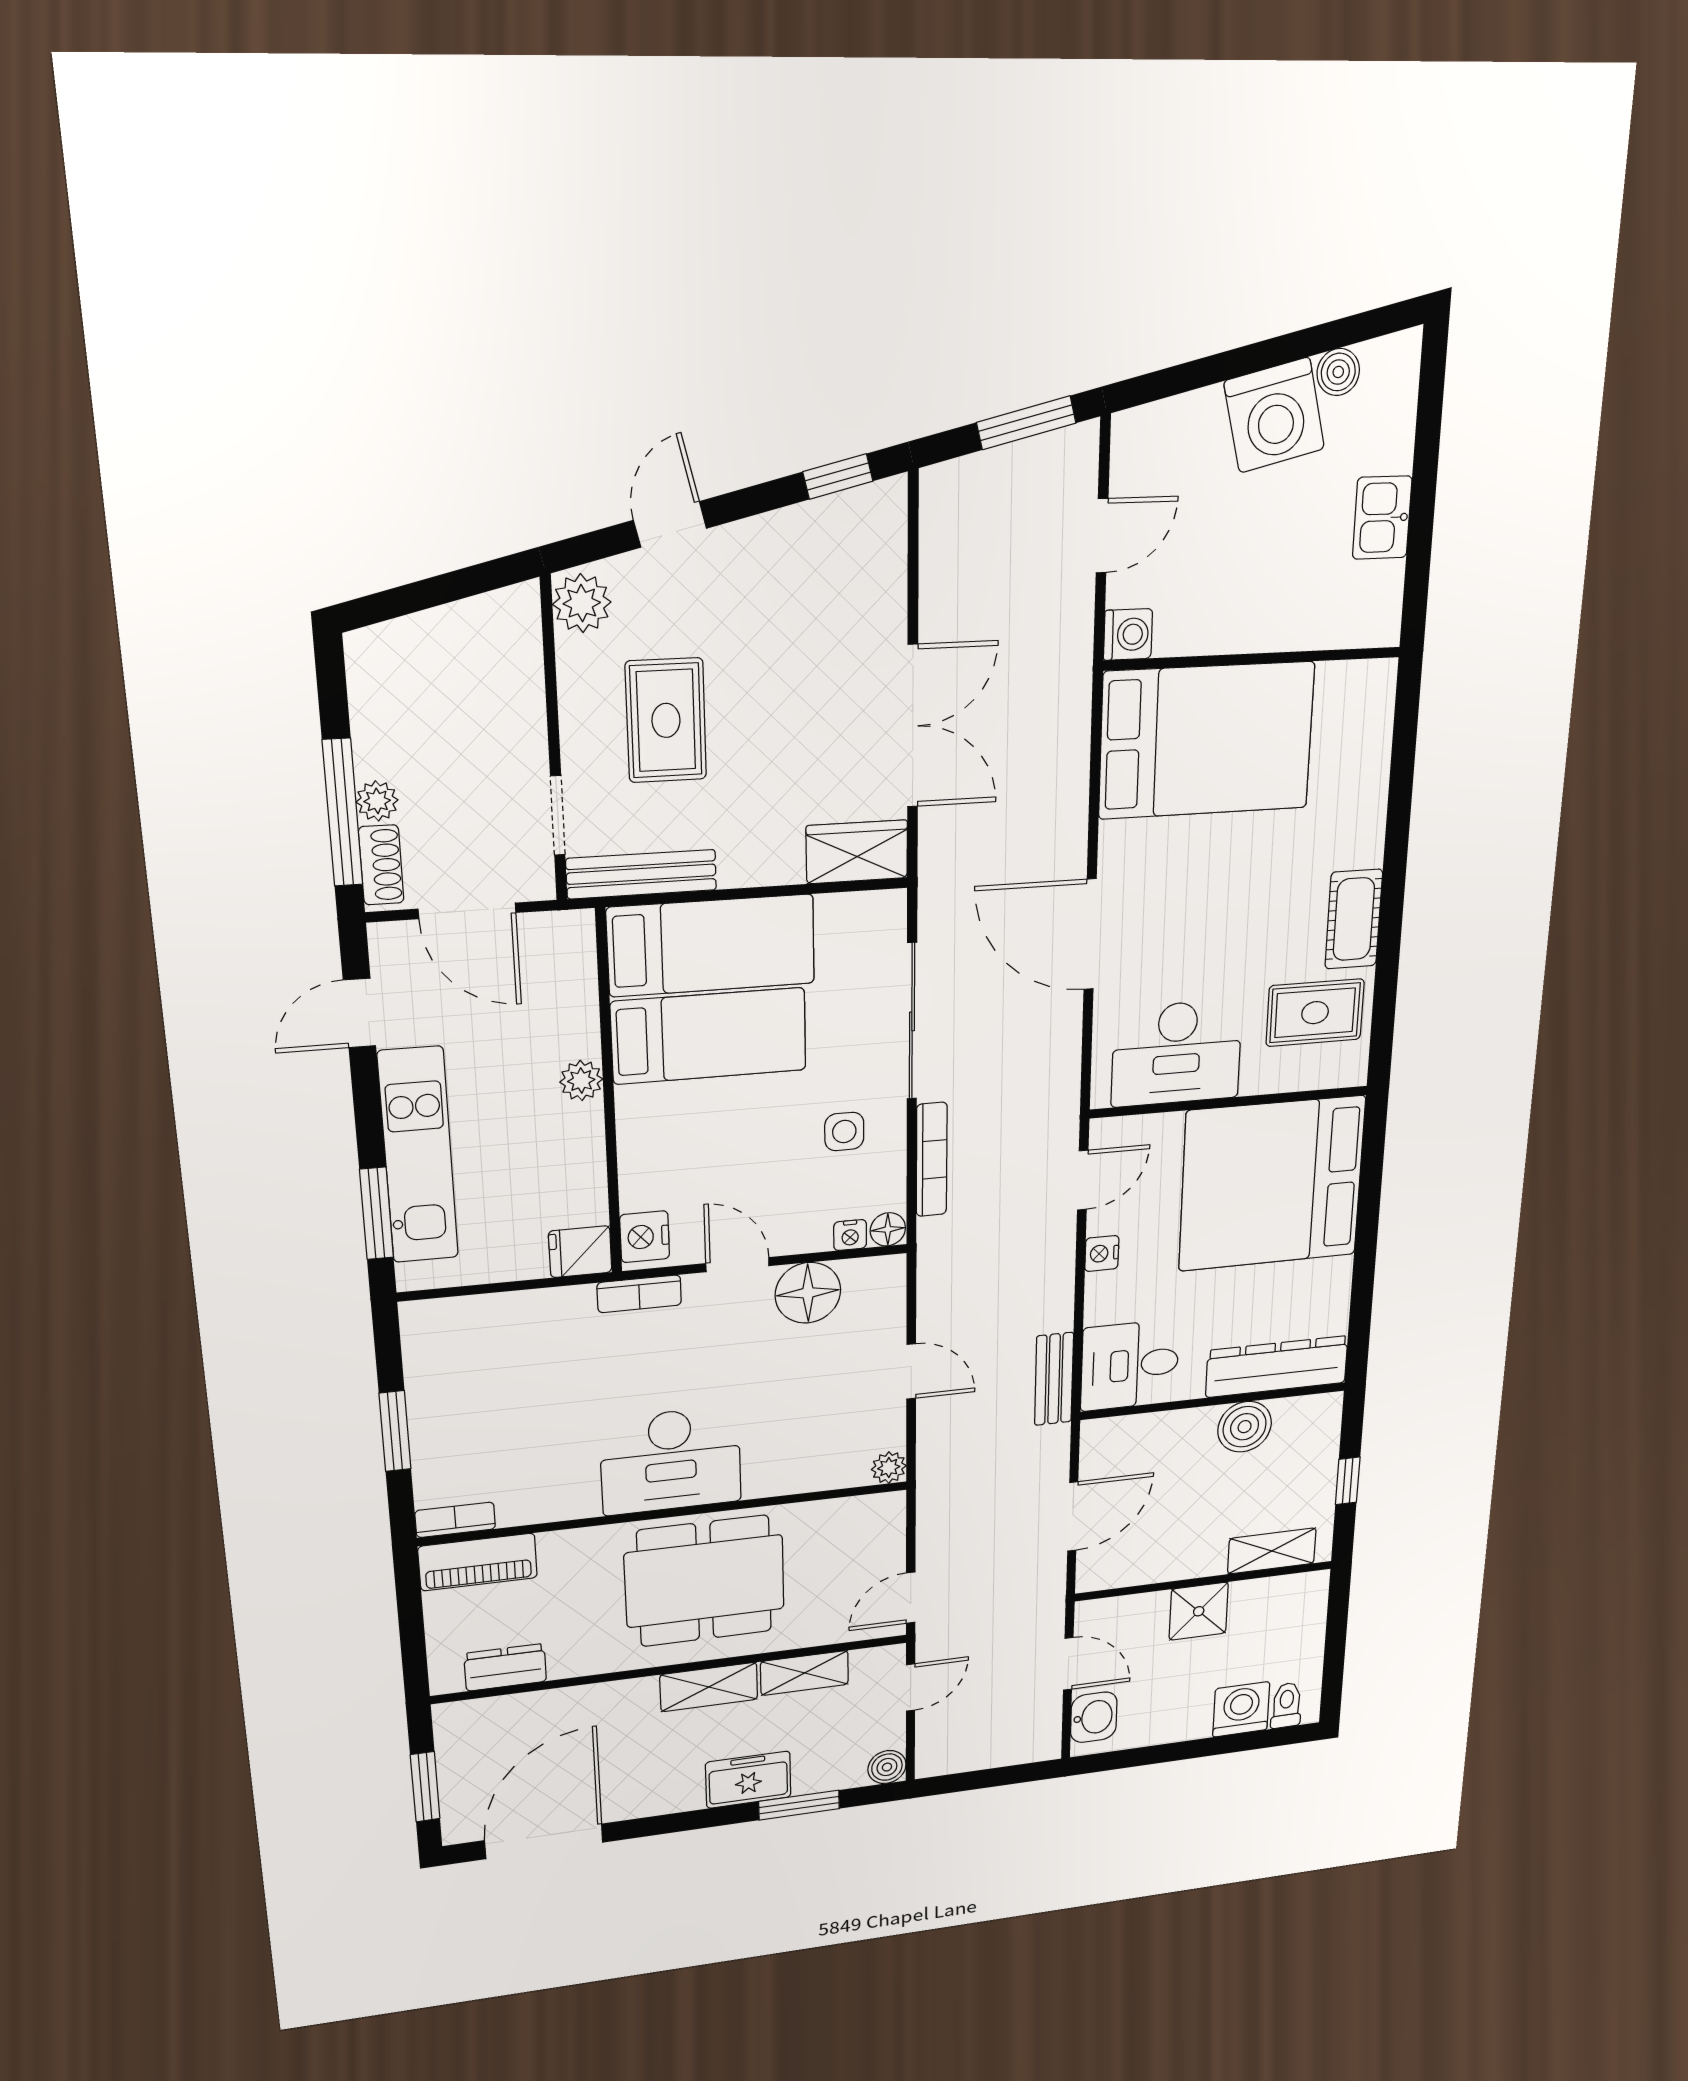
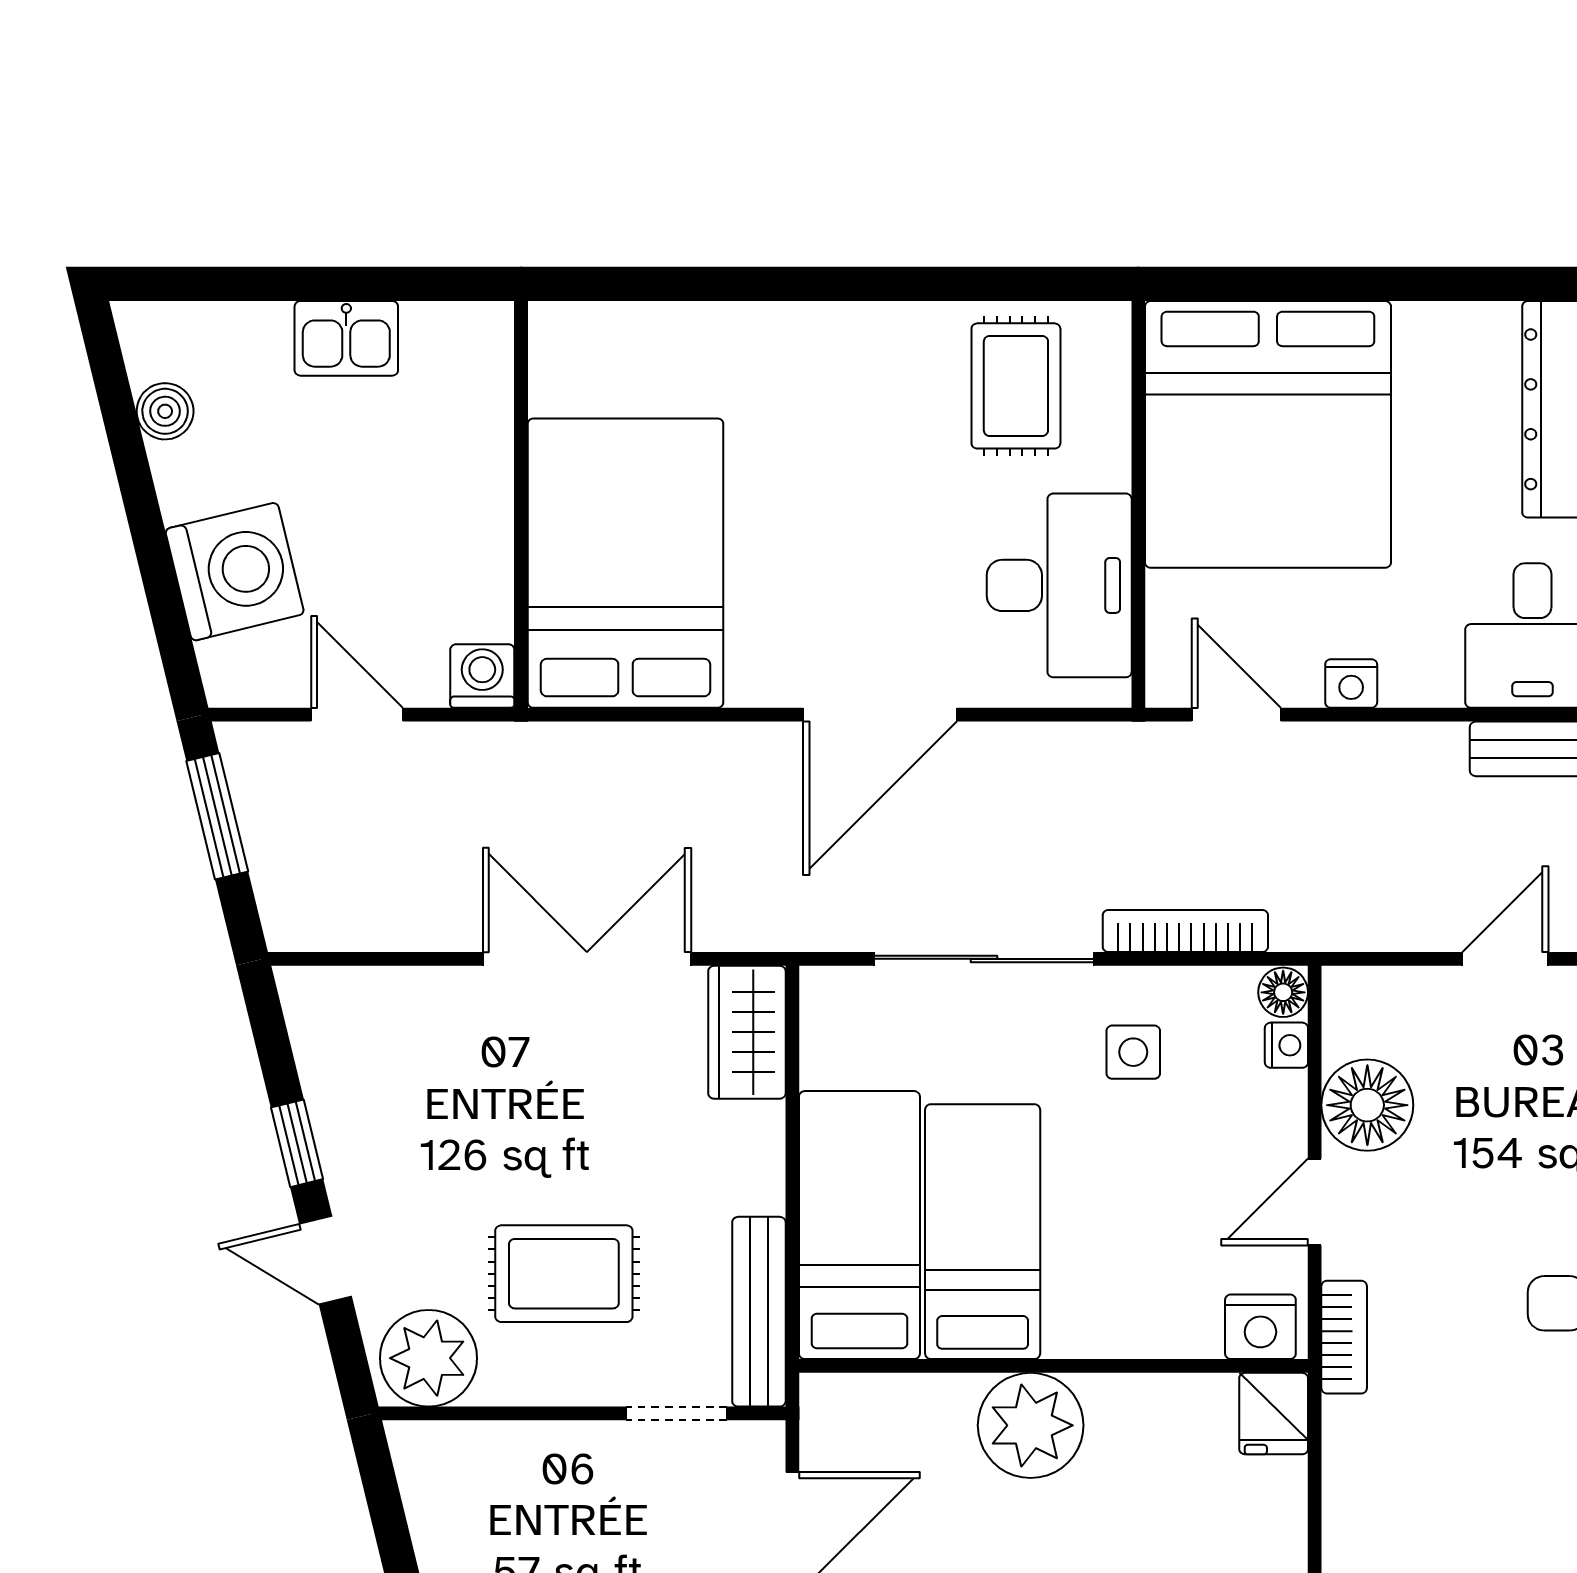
washing machine: (1274, 415) -> (235, 572), moved
window: (838, 476) -> (297, 1143), moved
plant: (582, 603) -> (429, 1358), width x1.36, depth x1.36
cot: (1354, 919) -> (884, 338), removed
plant: (581, 1081) -> (1031, 1425), width x1.87, depth x1.87

